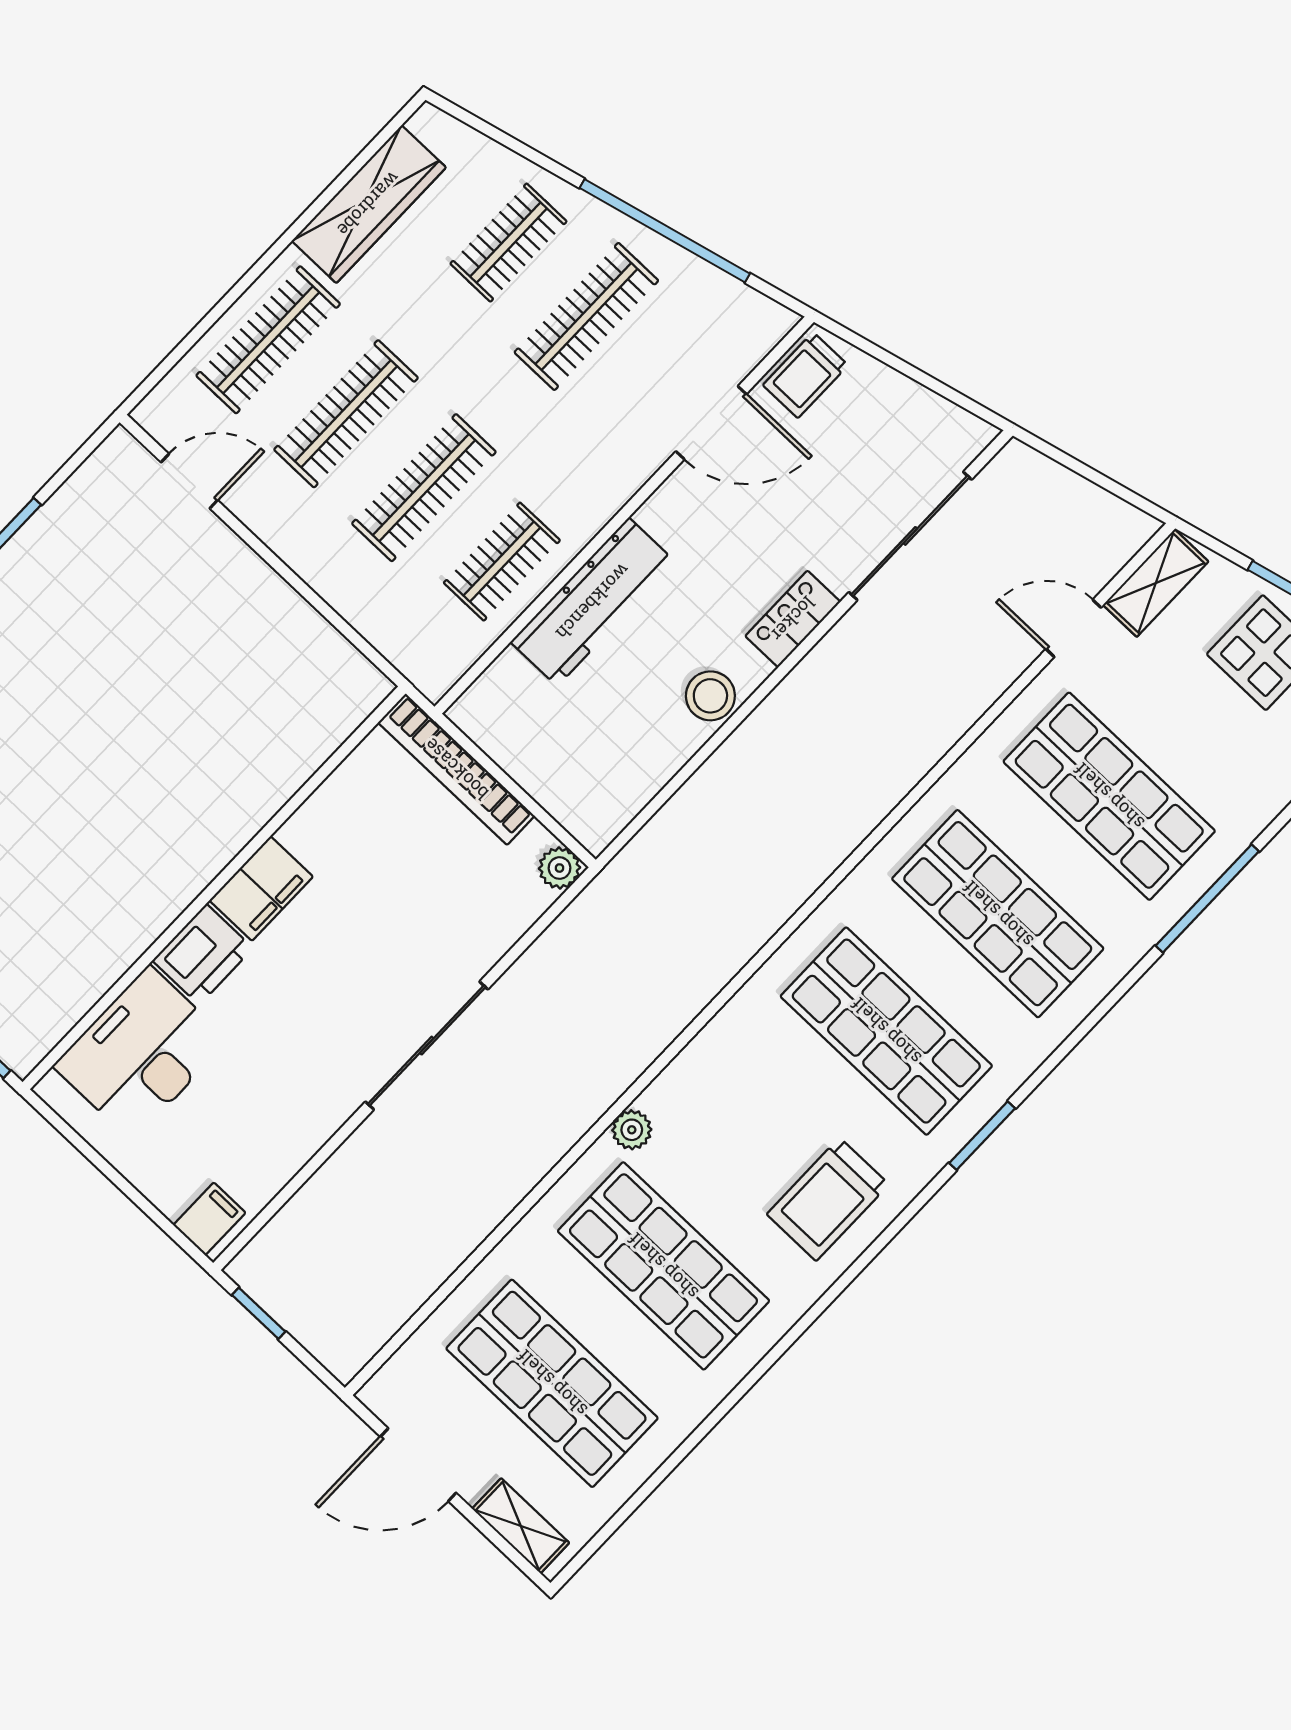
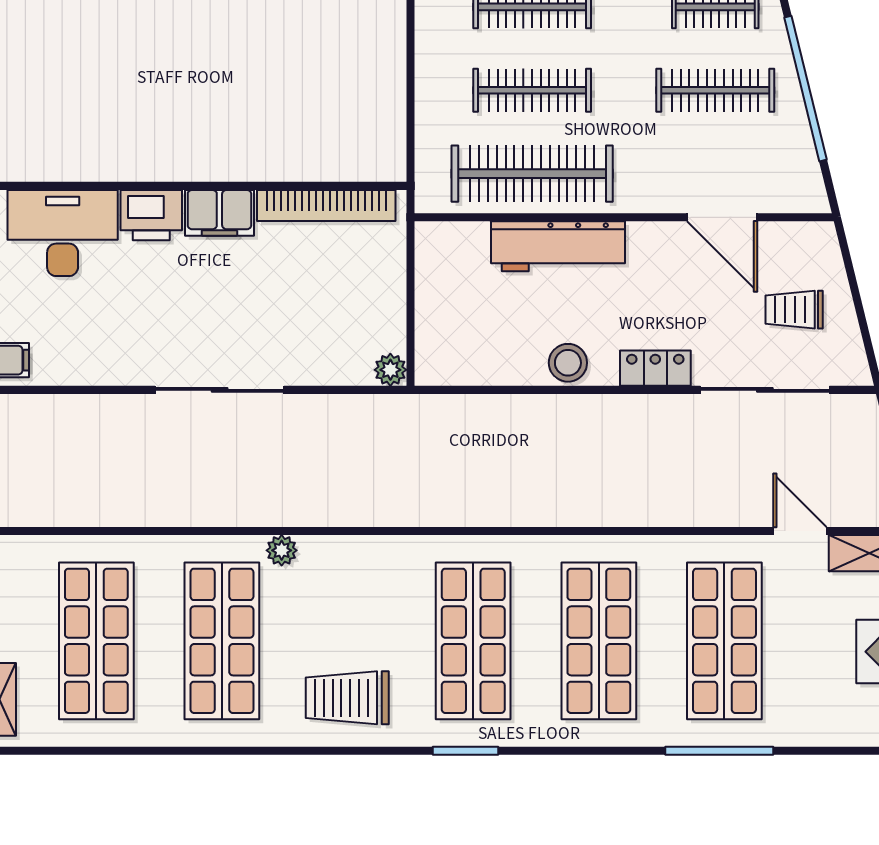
trolley: (805, 375) -> (794, 310), moved
clothes rail: (502, 562) -> (532, 174), width x1.86, depth x1.31
bookcase: (456, 769) -> (326, 205), moved, turned -90

